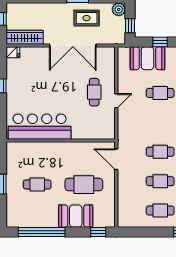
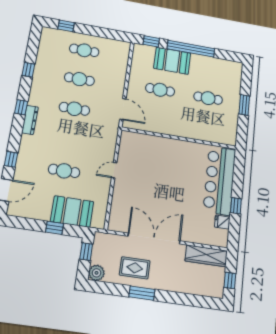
fridge: (13, 52) -> (222, 222), moved
cafe table: (94, 92) -> (137, 183), removed
bar counter: (40, 127) -> (220, 180), moved, turned 90
cafe table: (84, 185) -> (160, 90), width x0.73, depth x0.74
window: (42, 232) -> (191, 49), moved

